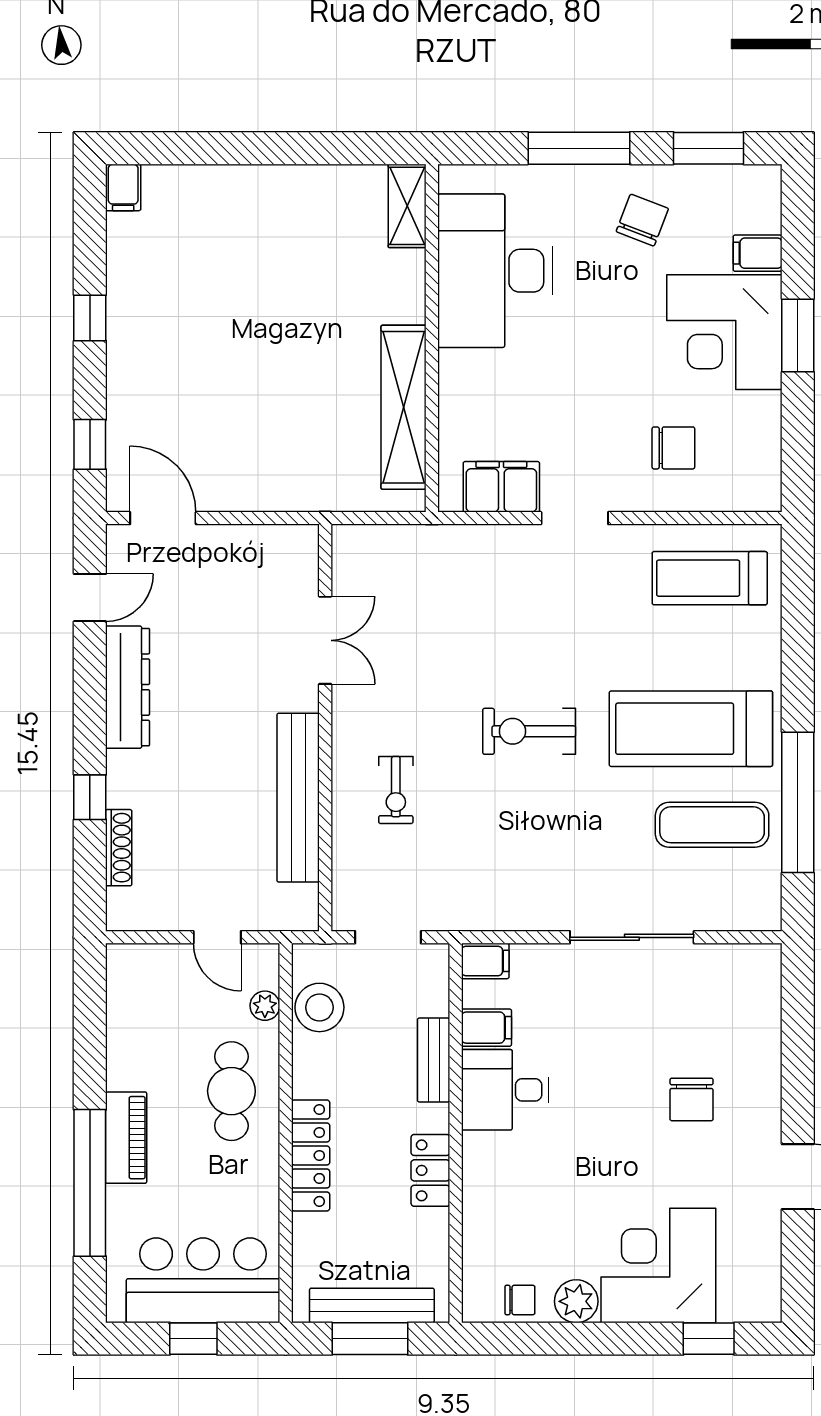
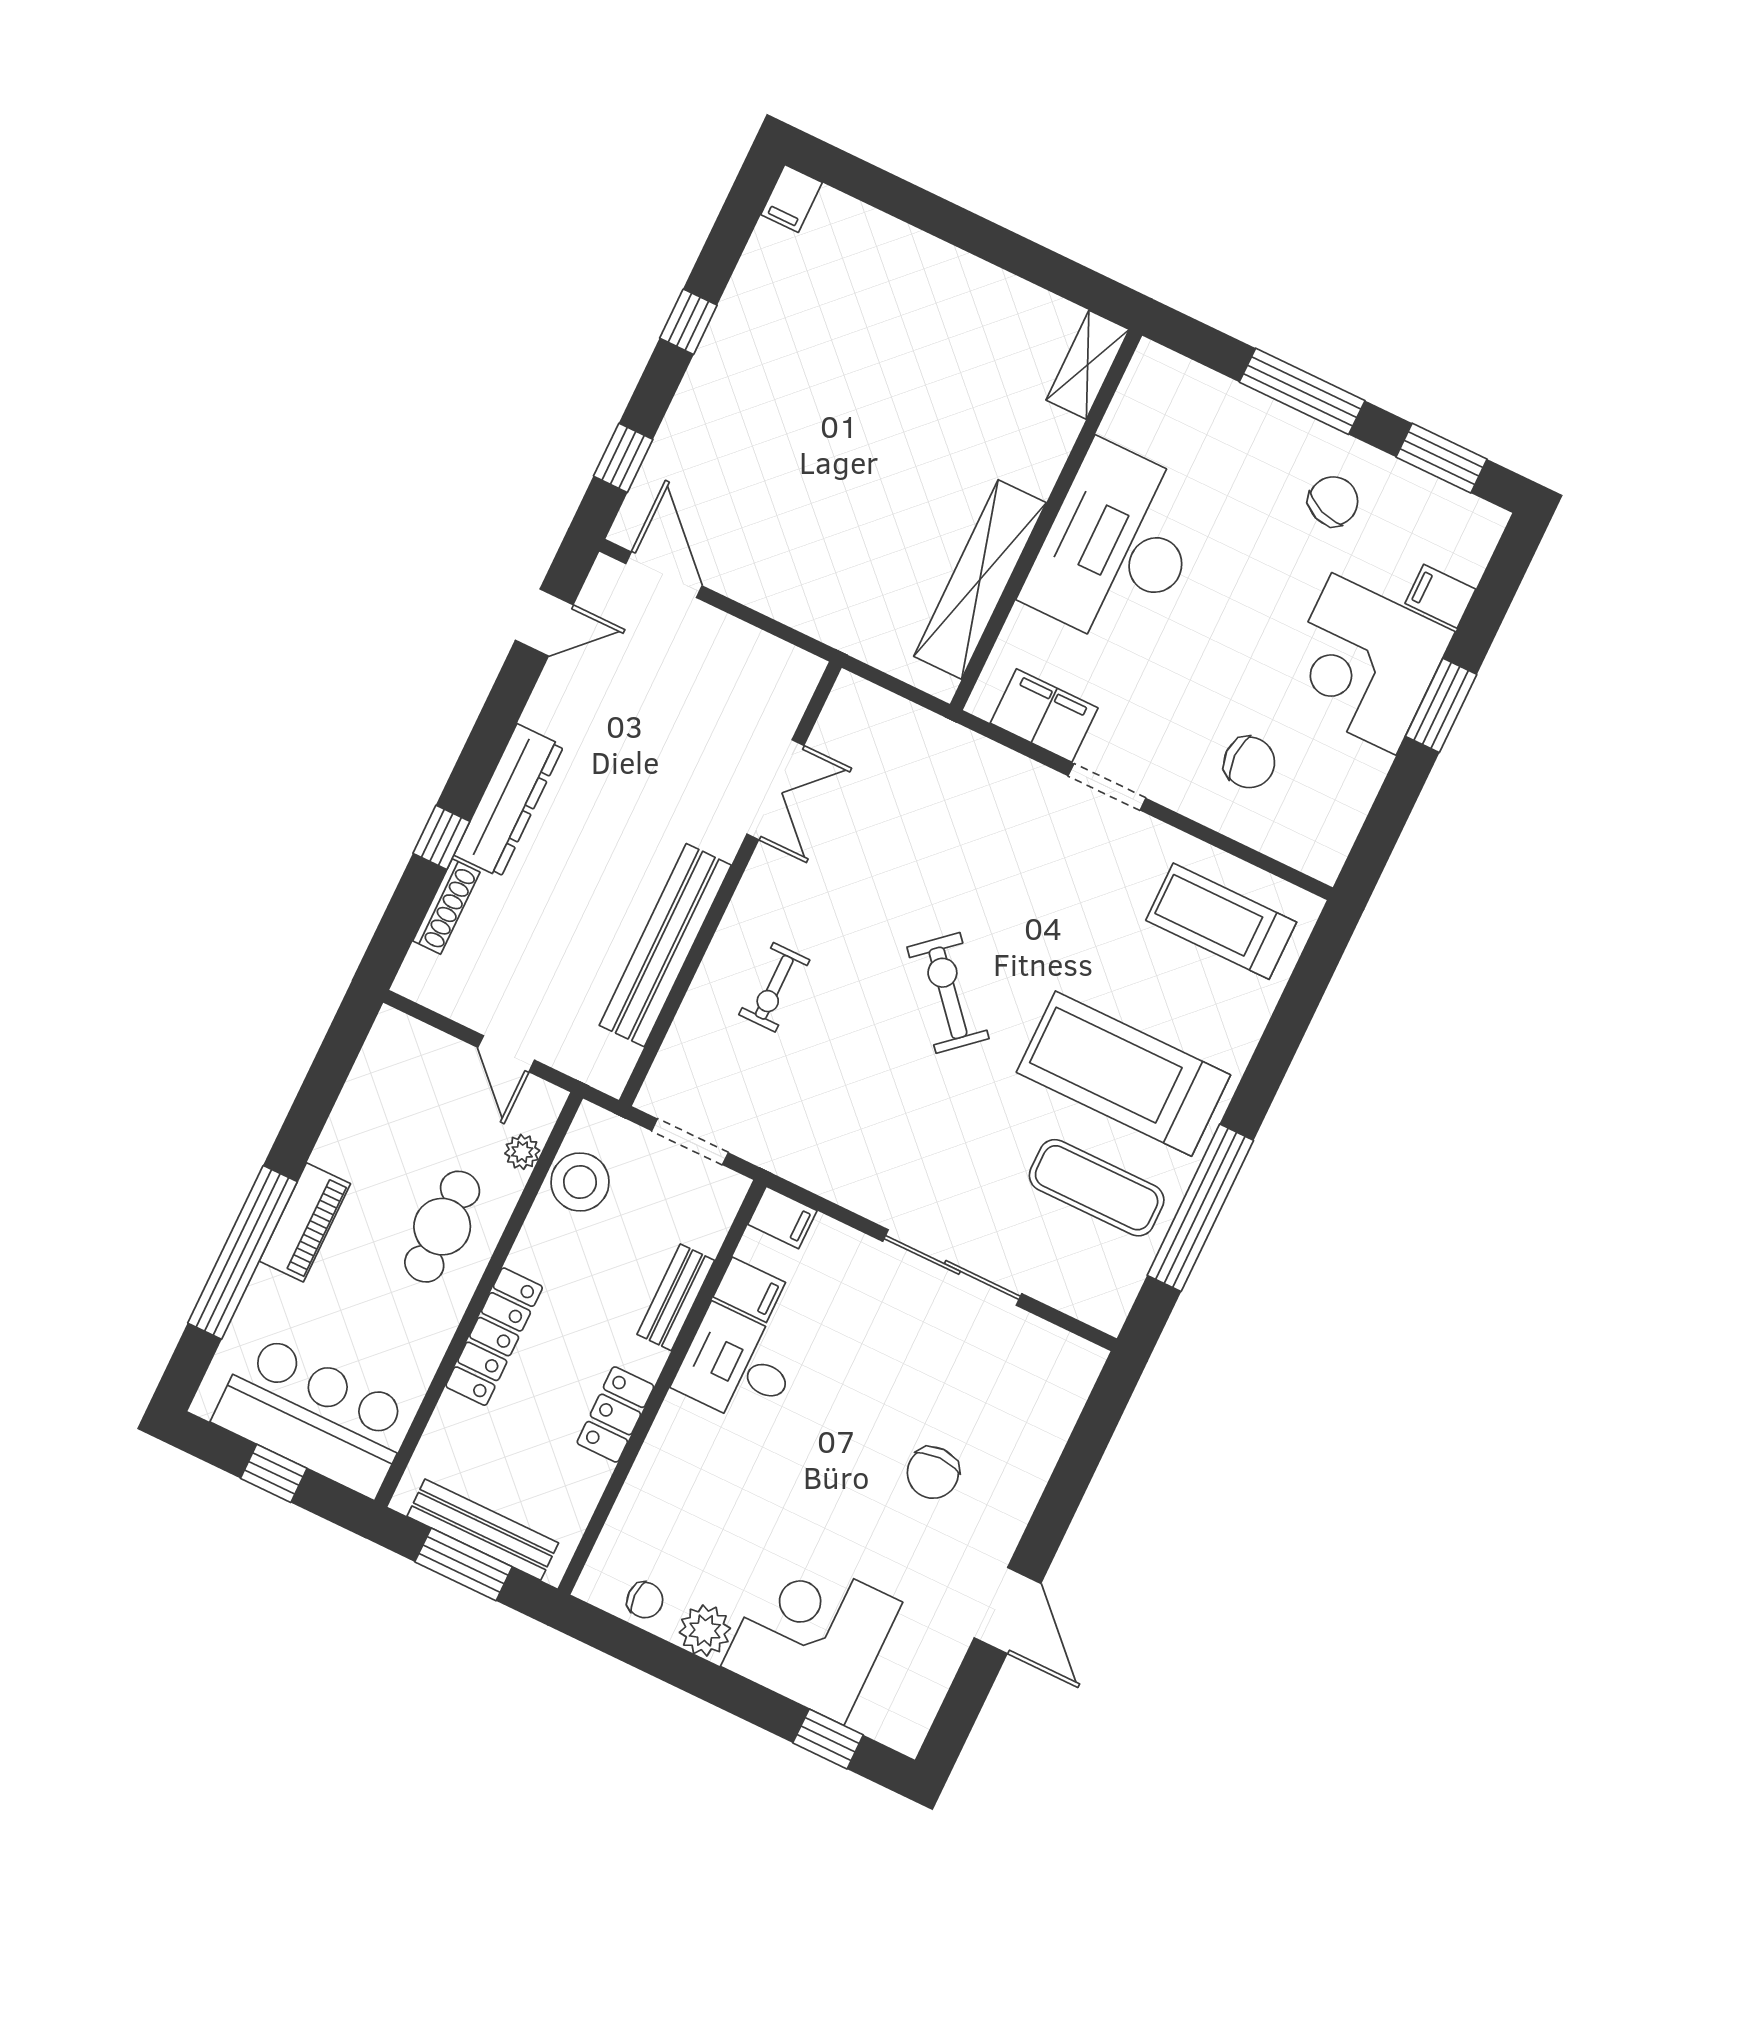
desk: (495, 271) -> (1117, 547), moved
dresser: (128, 687) -> (509, 801), moved
exercise bike: (529, 731) -> (948, 993), turned 49

